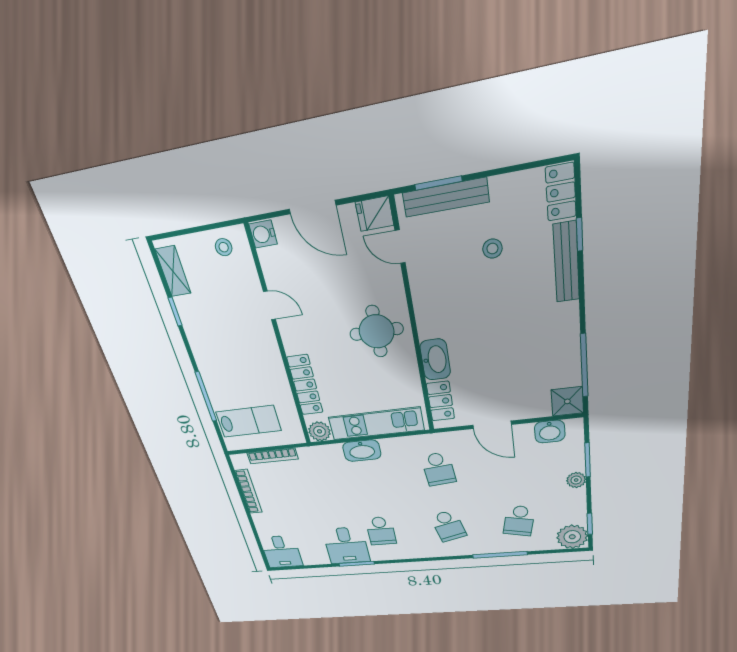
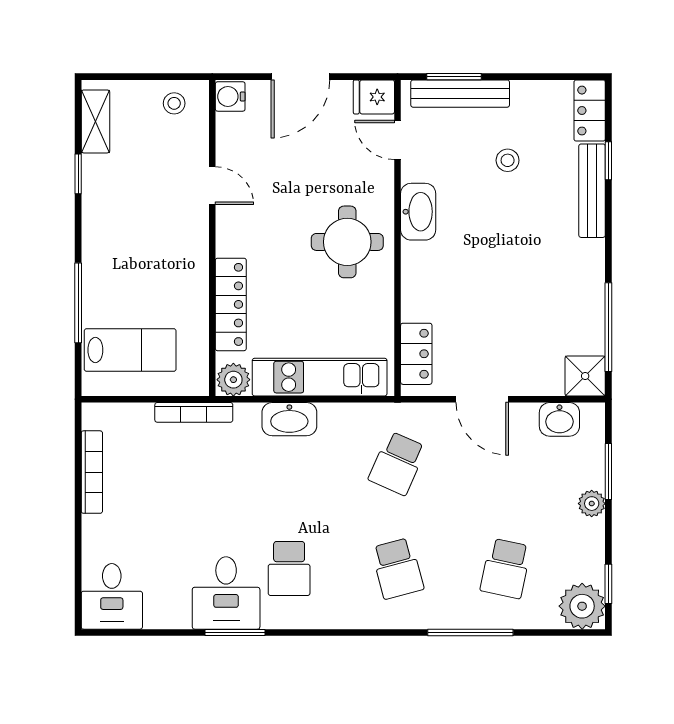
door: (312, 207) -> (300, 77), hinge flipped
washbasin: (435, 360) -> (418, 212), moved
bookcase: (273, 456) -> (194, 412), moved
school desk: (438, 469) -> (397, 463), turned 30

